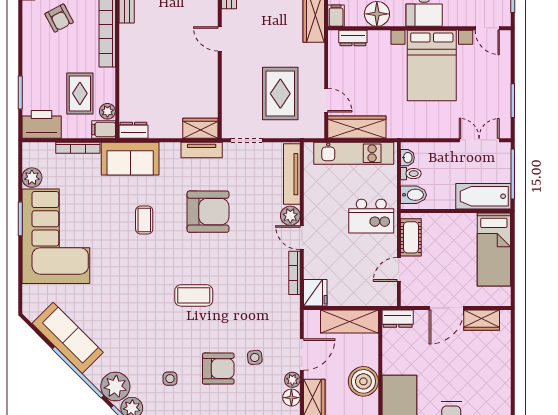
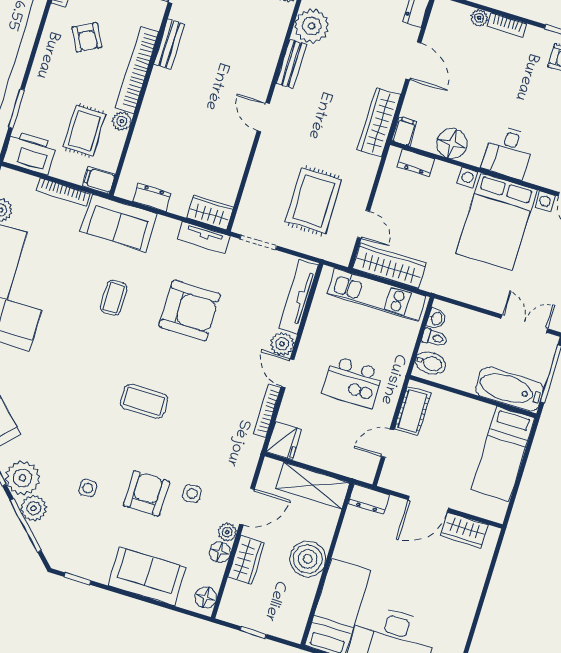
plant: (107, 111) -> (122, 121), moved
dresser: (133, 130) -> (152, 197), moved
kitchen island: (371, 216) -> (353, 382), moved
armchair: (218, 369) -> (146, 493), turned -90

